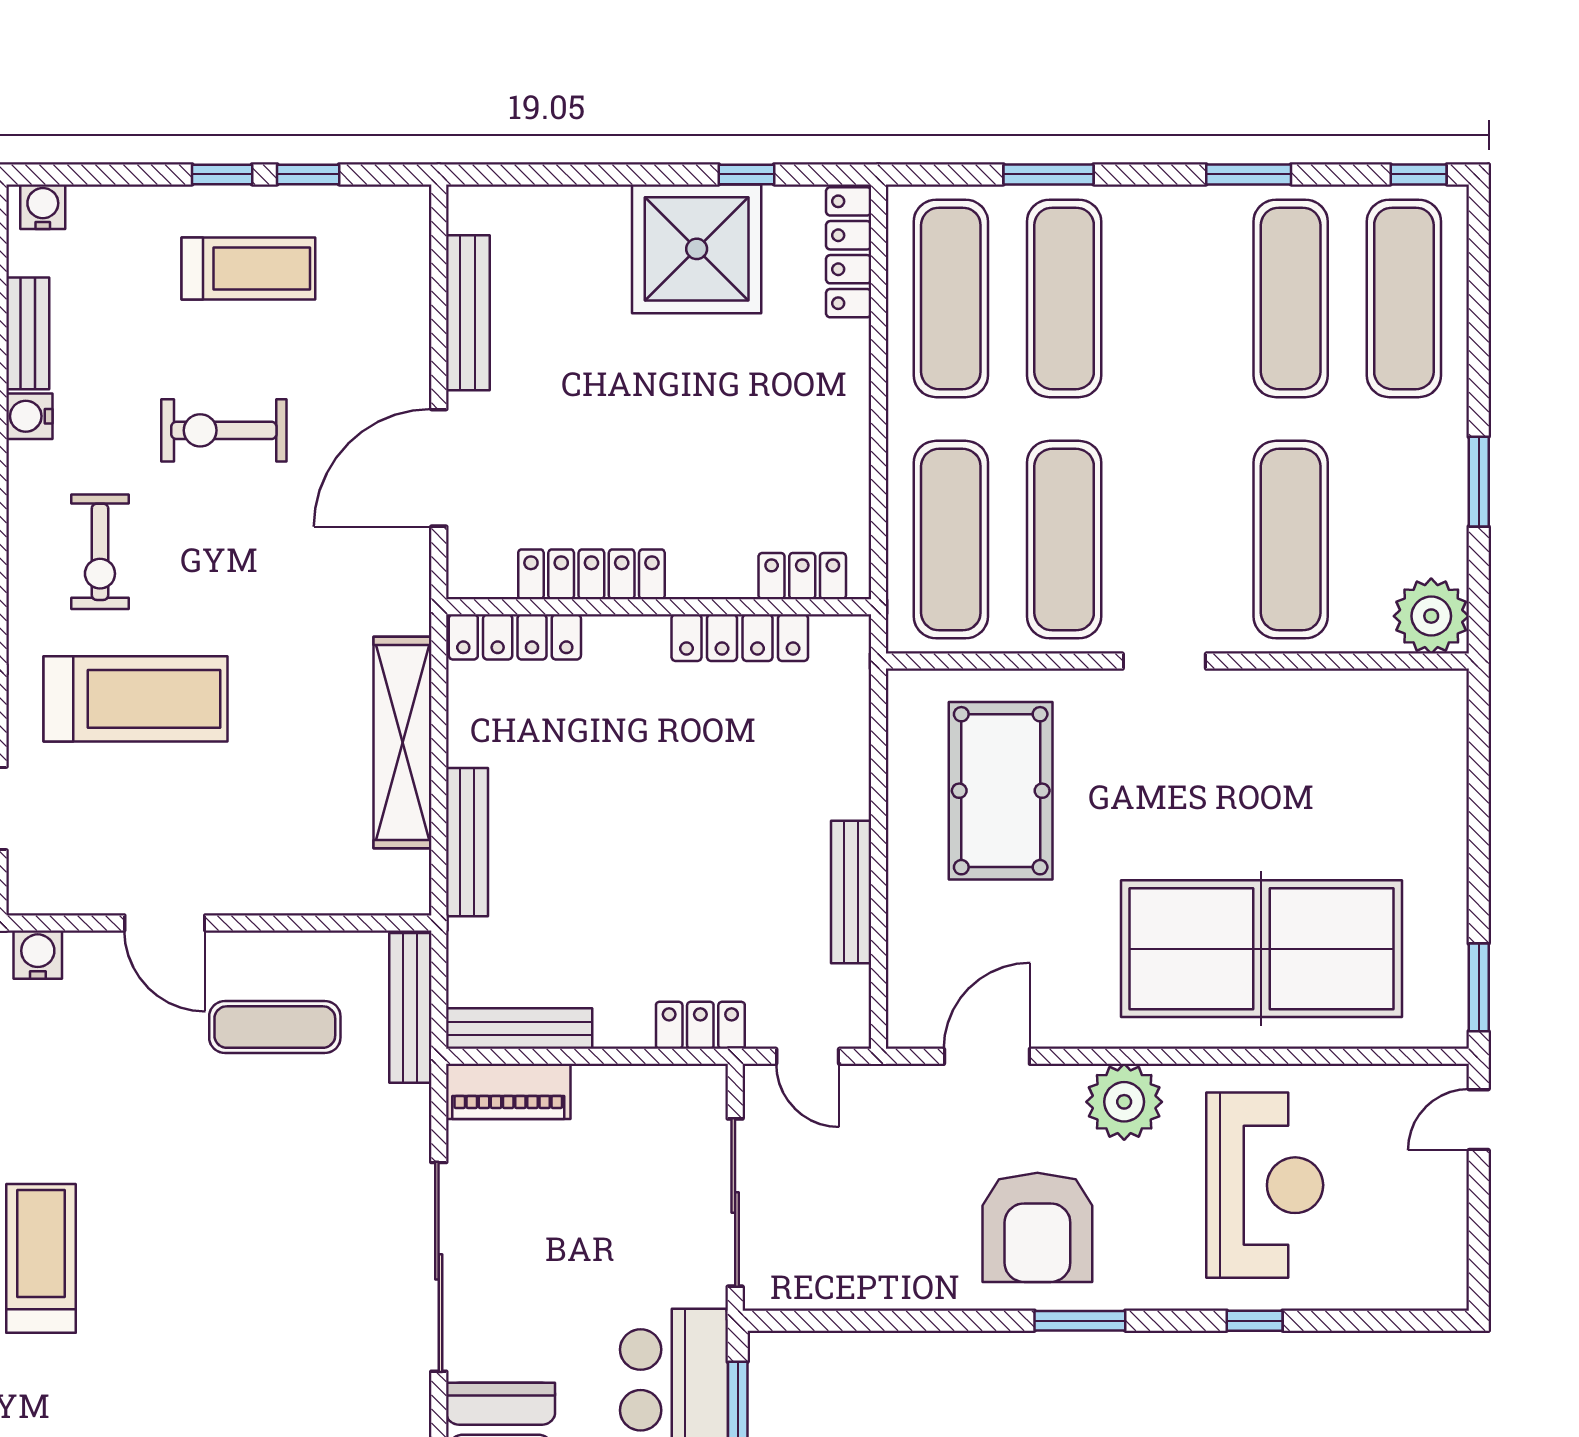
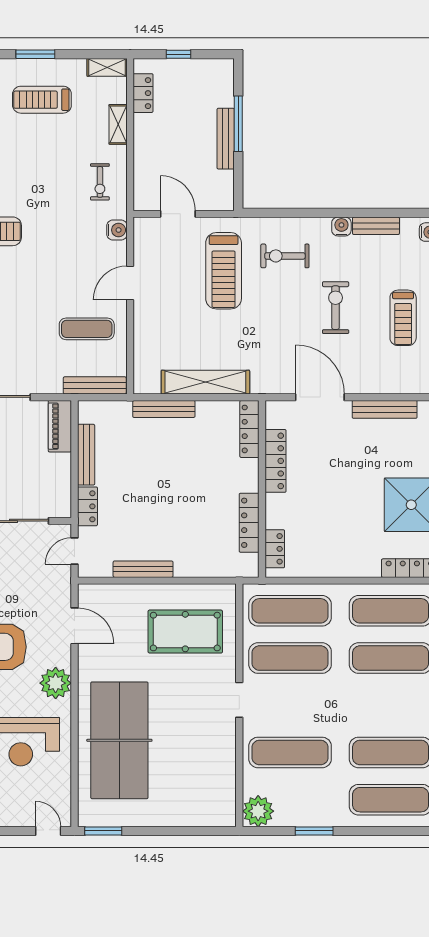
exercise mat: (275, 1027) -> (87, 329), turned 90
bench: (519, 1028) -> (86, 455), moved

